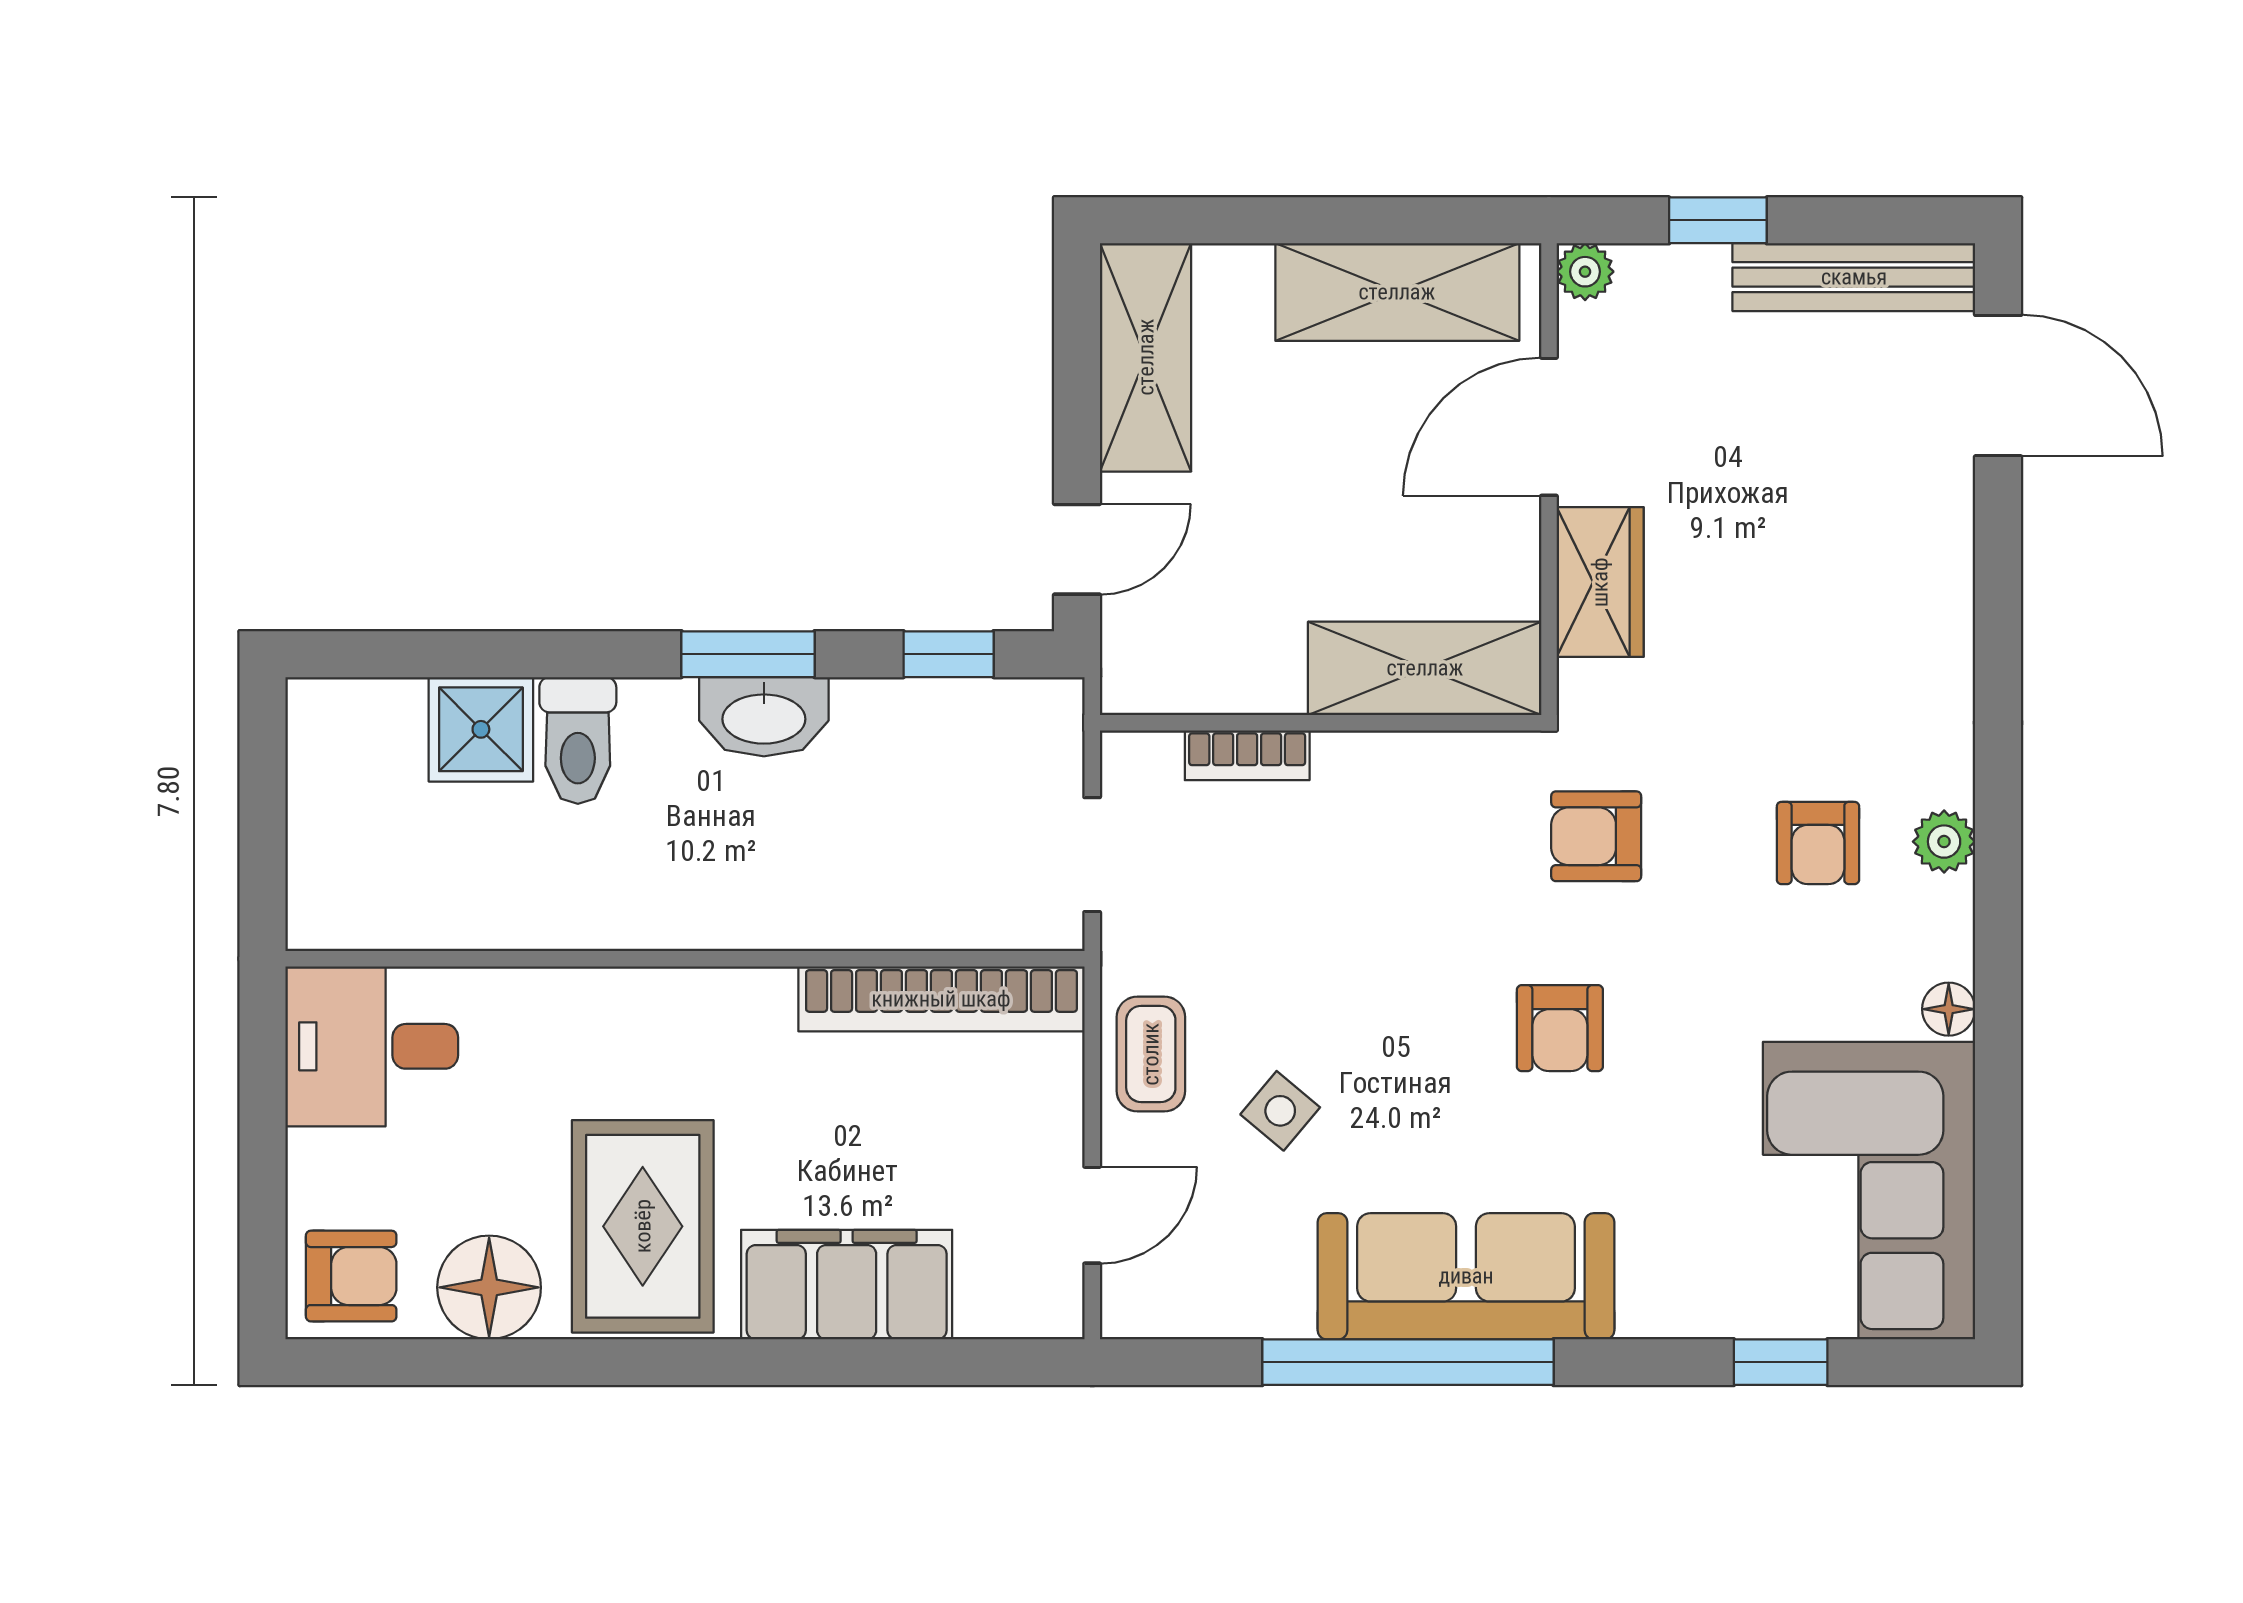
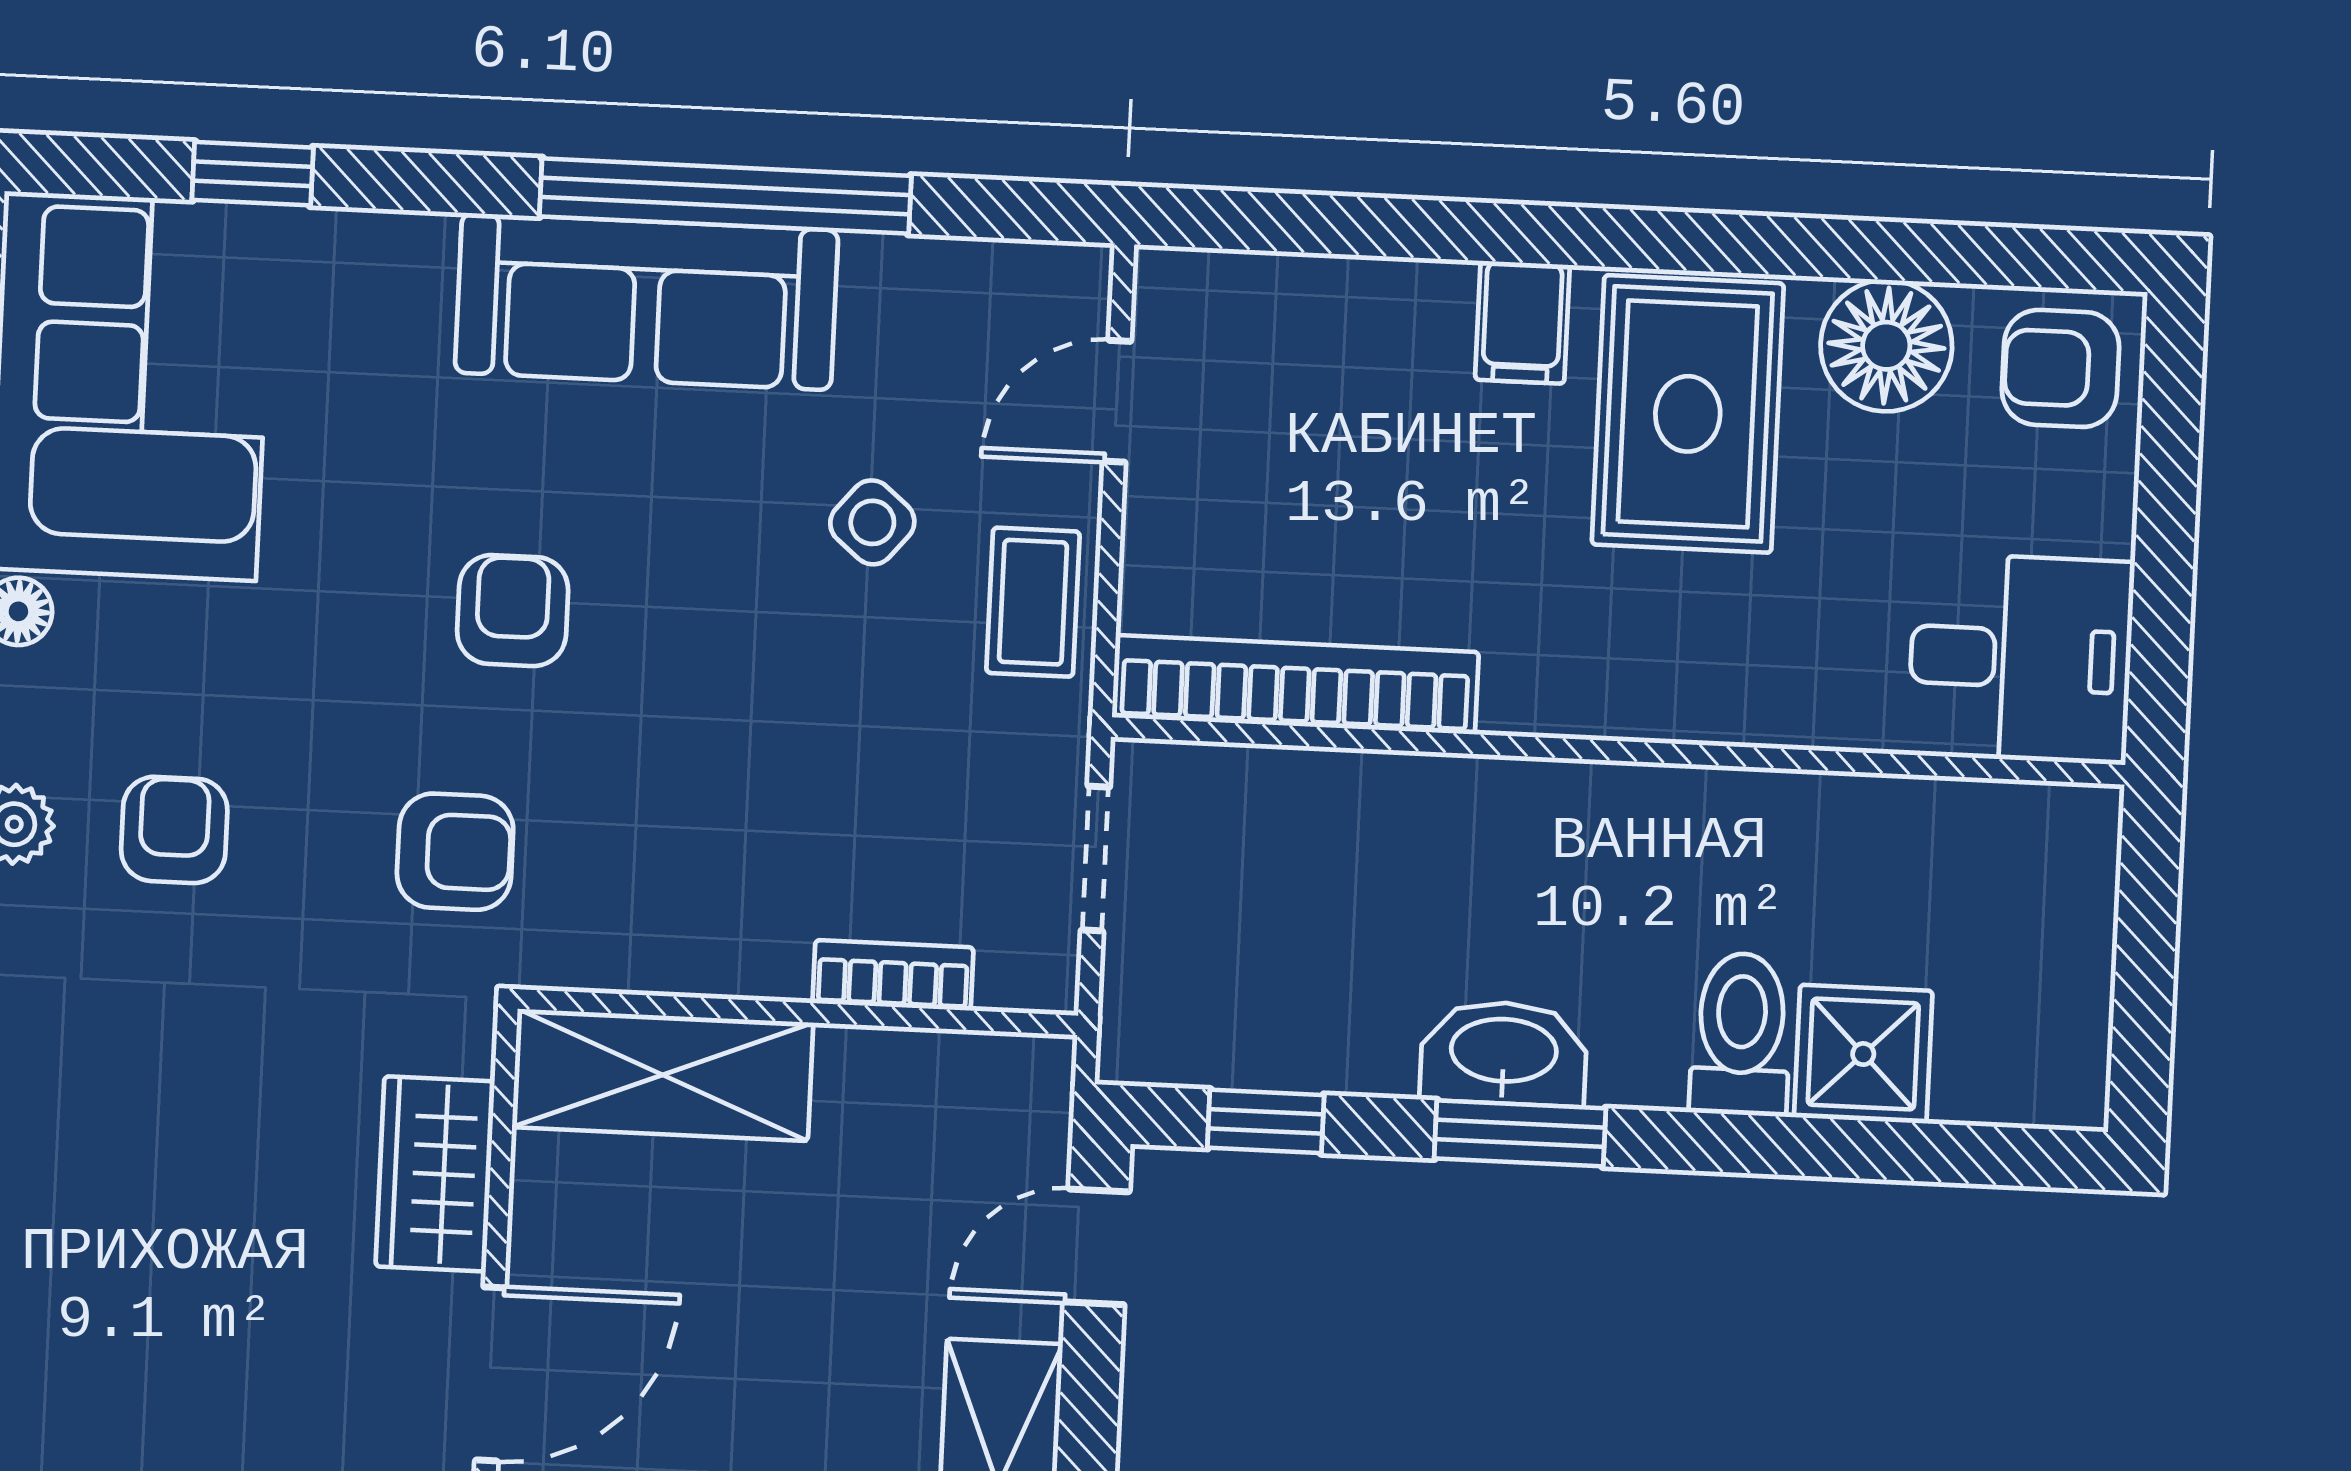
filing cabinet: (847, 1285) -> (1522, 322), width x0.33, depth x0.86

